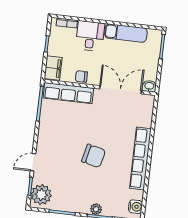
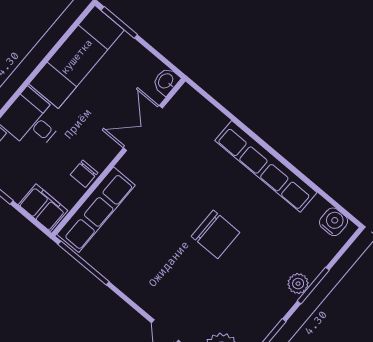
exam couch: (126, 33) -> (77, 57), width x1.36, depth x1.45
double door: (121, 90) -> (143, 128), width x0.73
chair: (94, 156) -> (215, 234), turned 77

